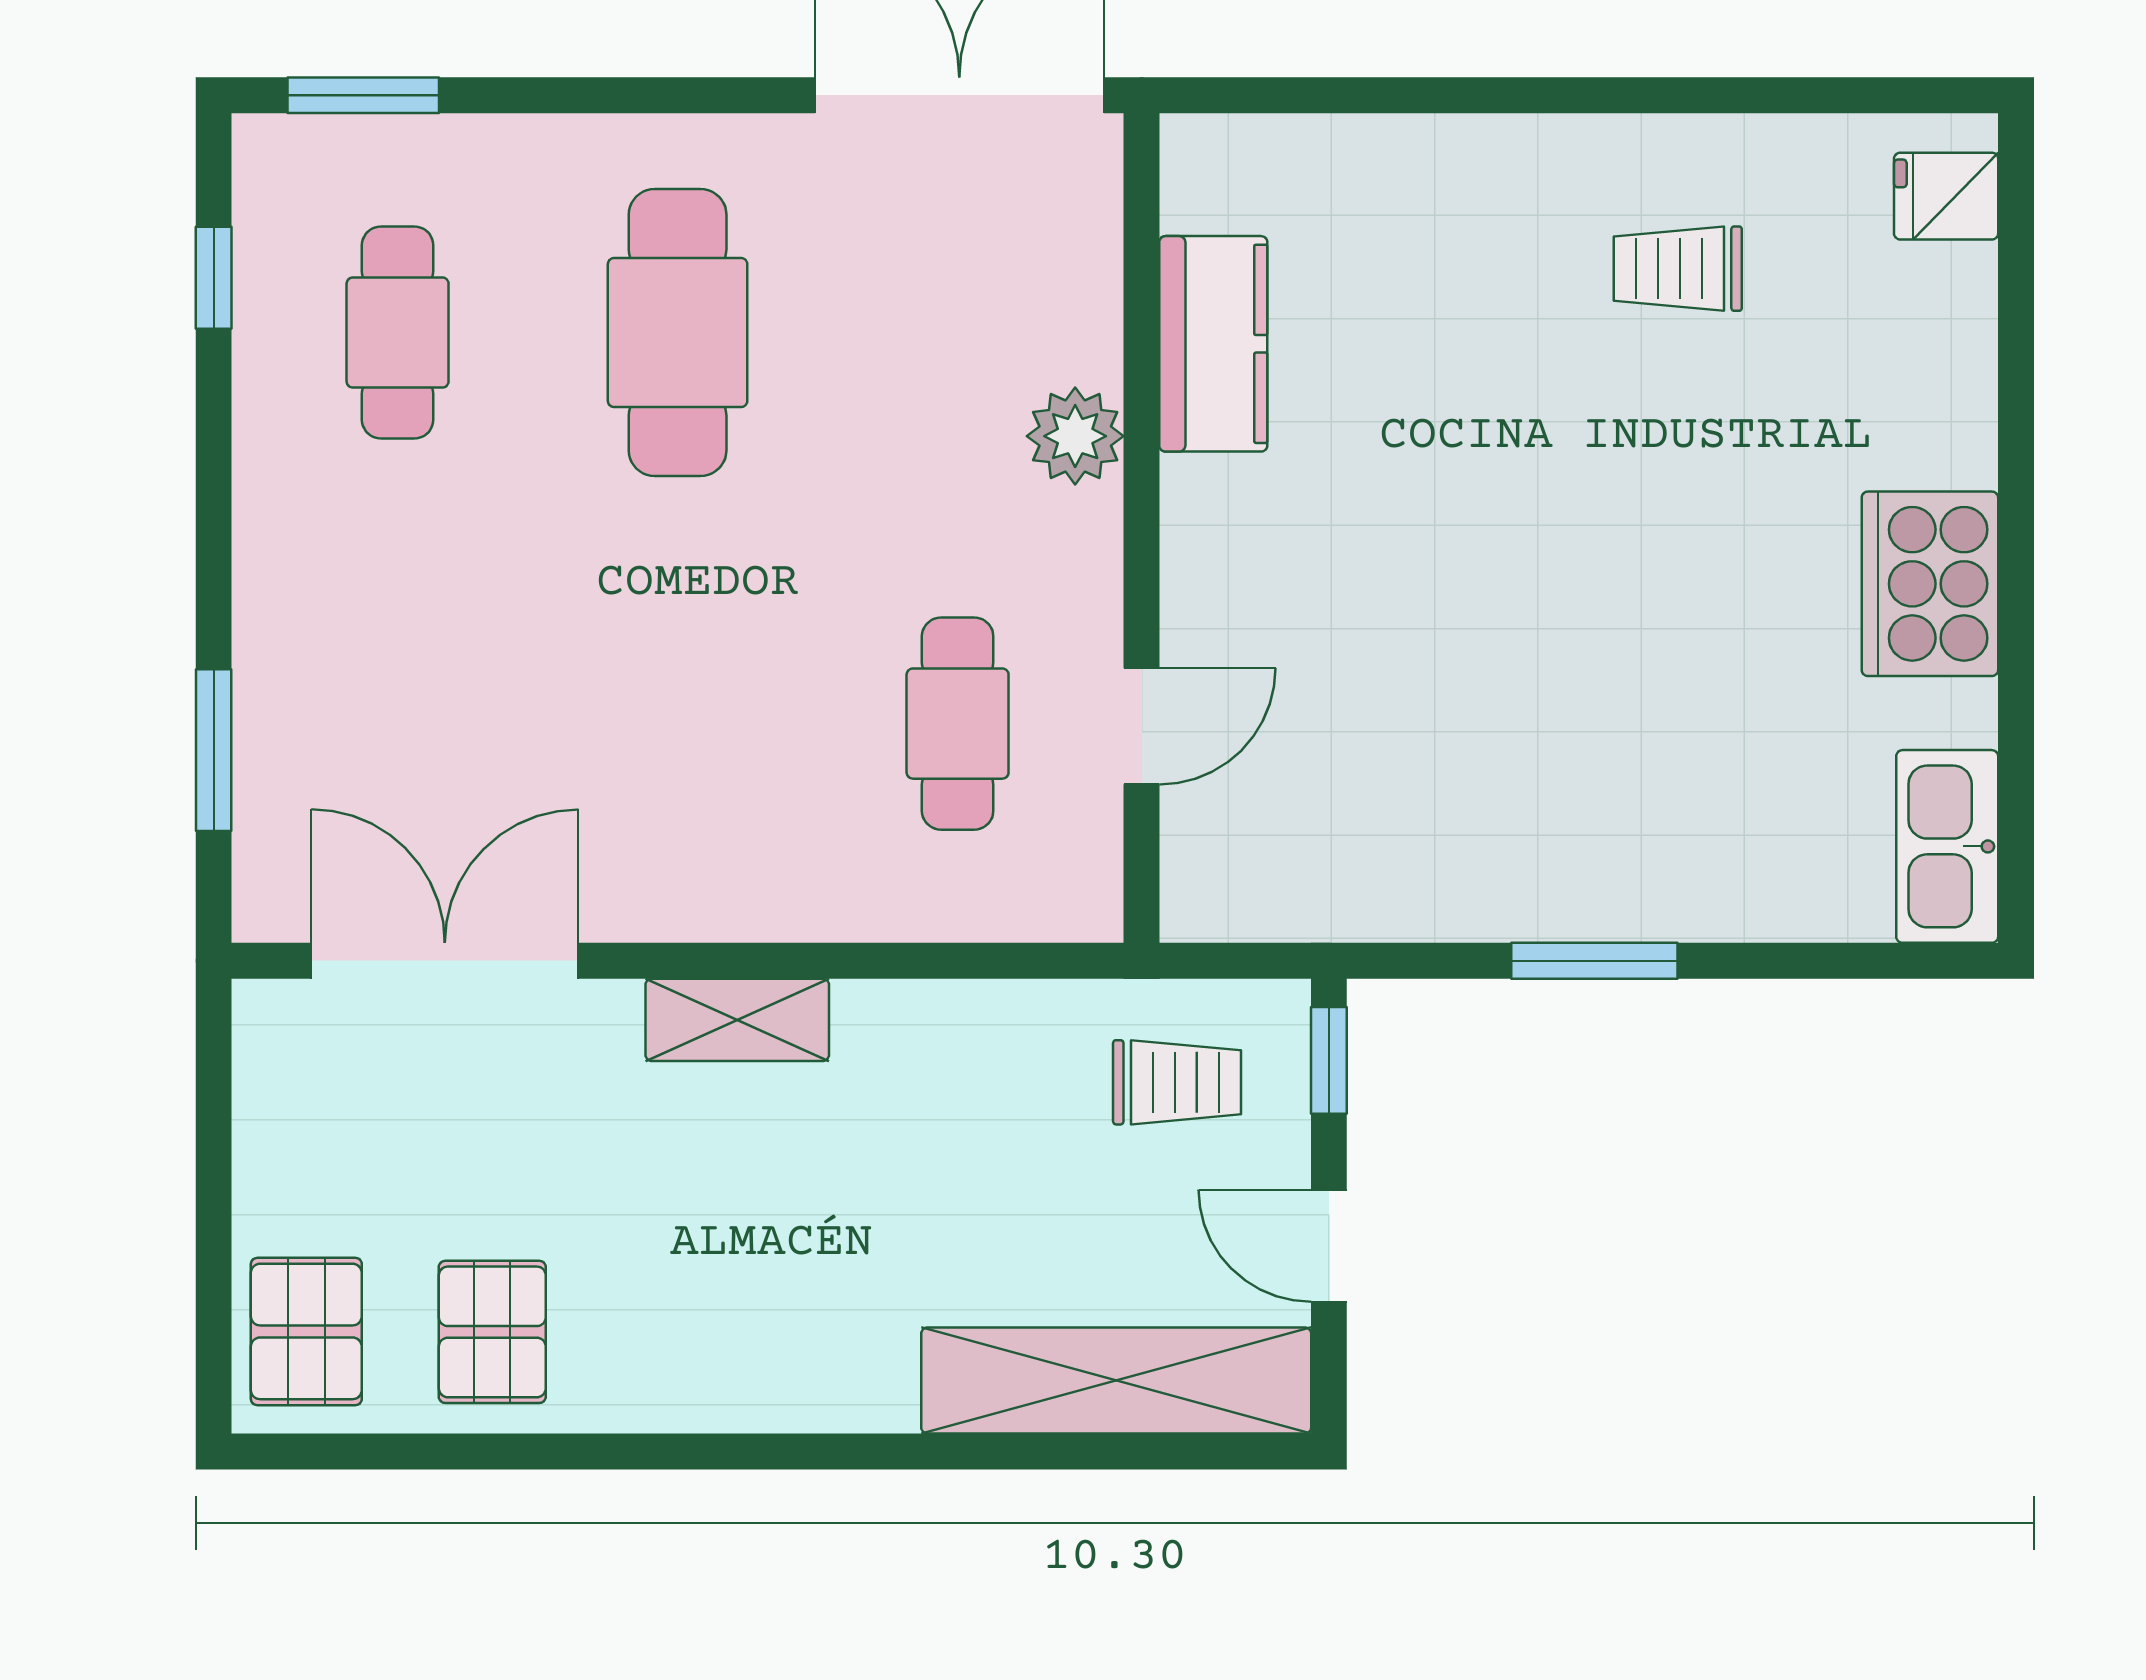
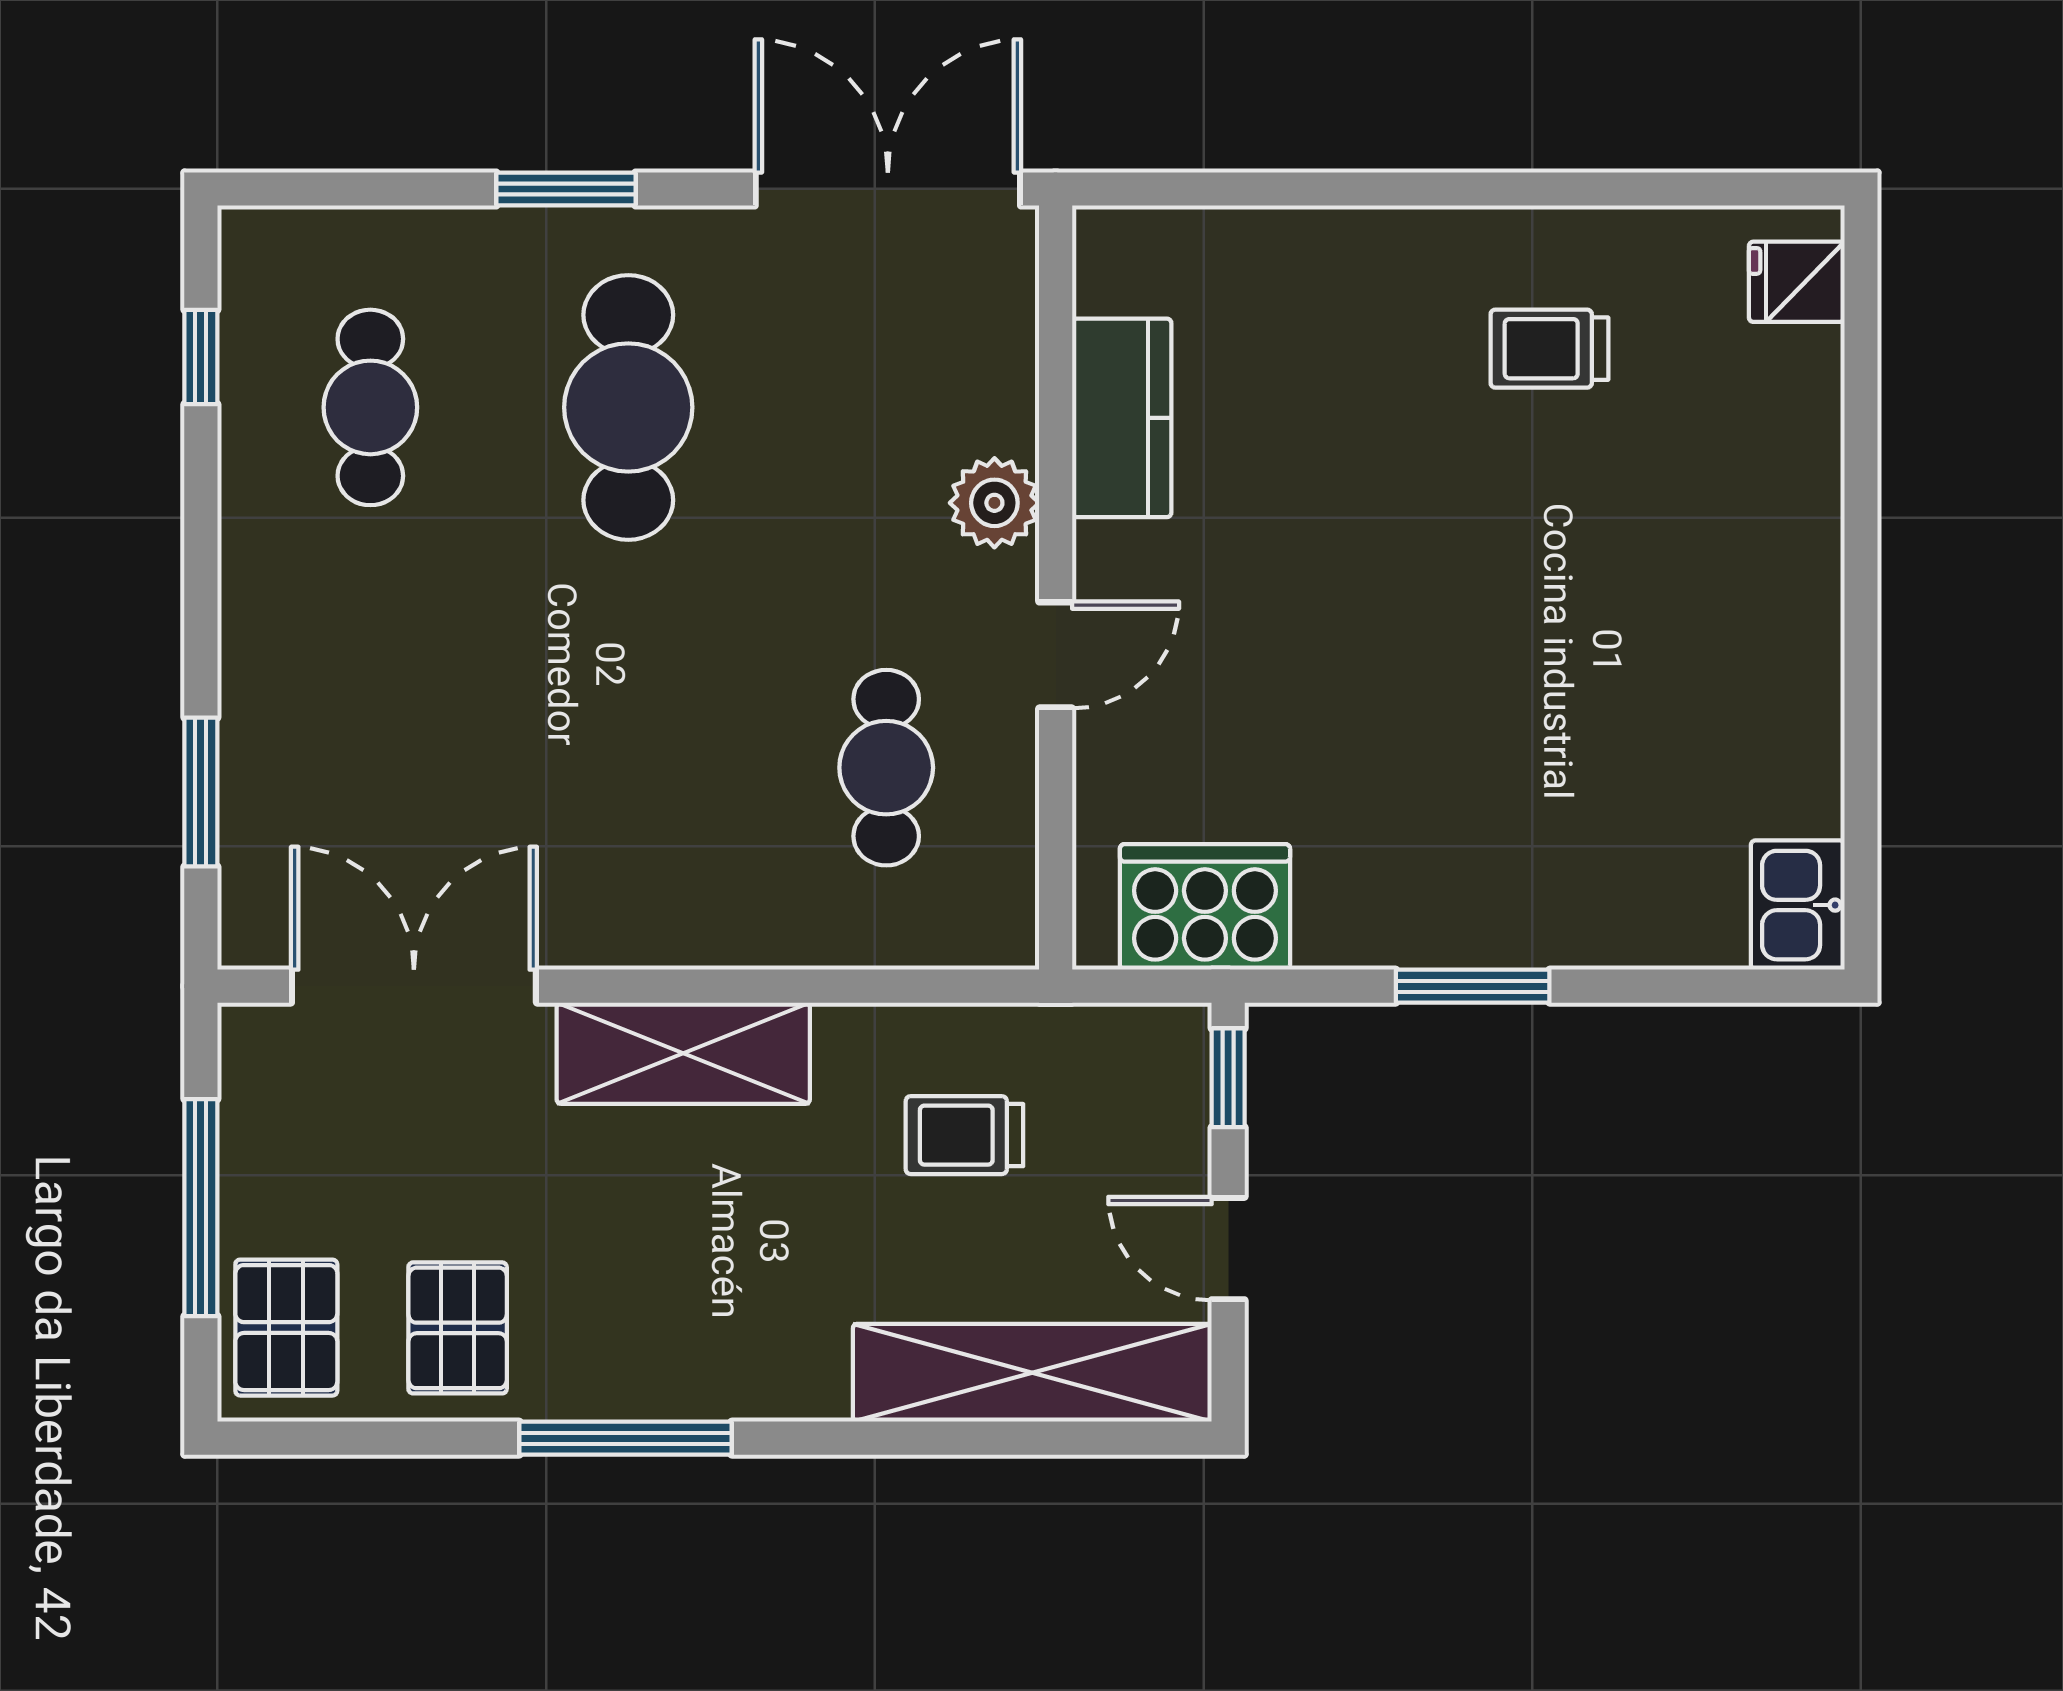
window: (363, 95) -> (566, 189), moved
cooker: (1930, 584) -> (1205, 907), moved, turned 90
door: (1142, 726) -> (1056, 655), moved
kitchen sink: (1947, 846) -> (1798, 905), width x0.73
shelving: (737, 1020) -> (683, 1053), width x1.50, depth x1.33
trolley: (1177, 1082) -> (964, 1135), moved, turned 180
window: (214, 1201) -> (201, 1208), added
window: (675, 1452) -> (626, 1438), added

